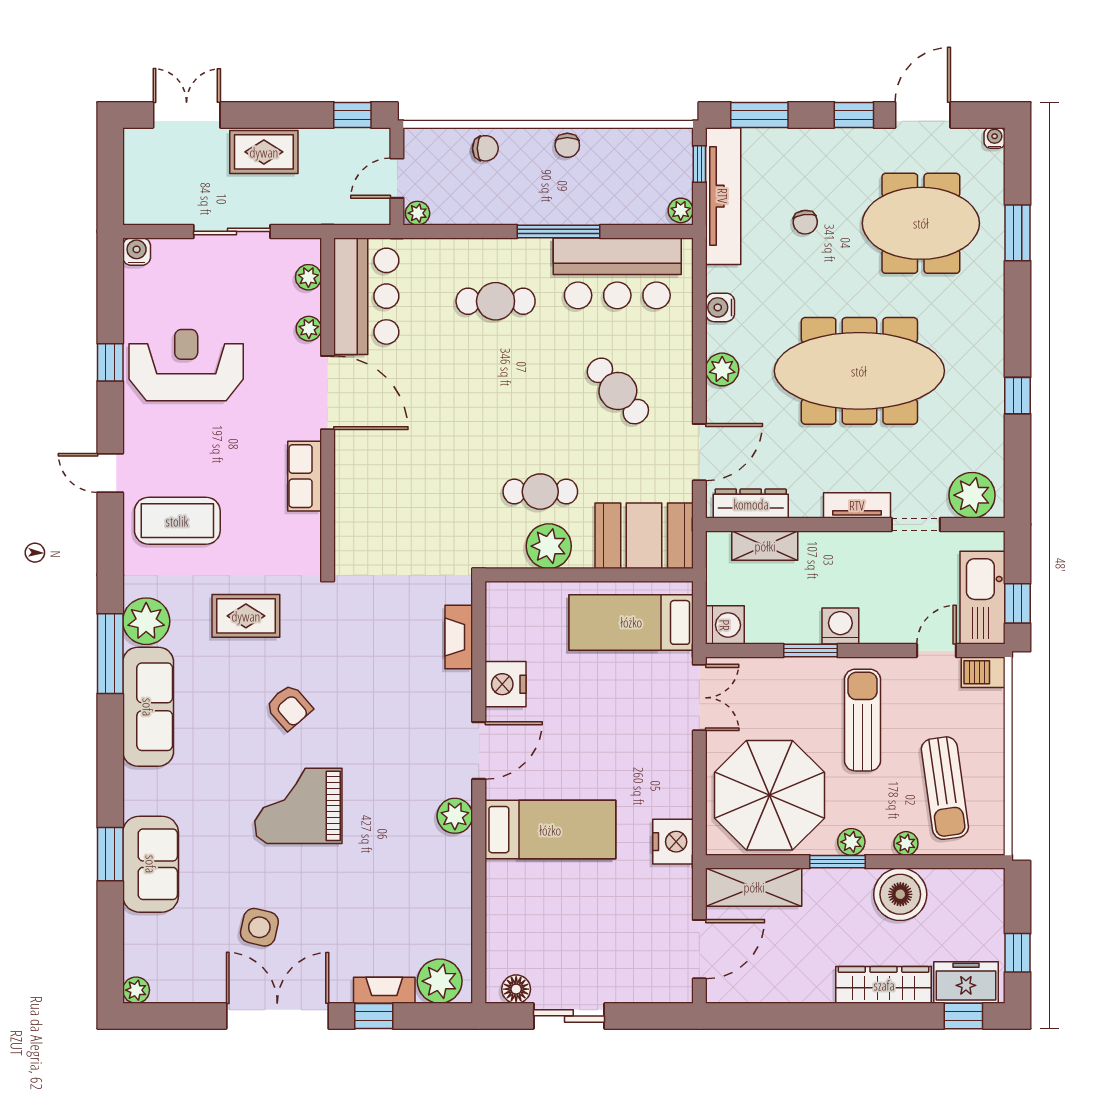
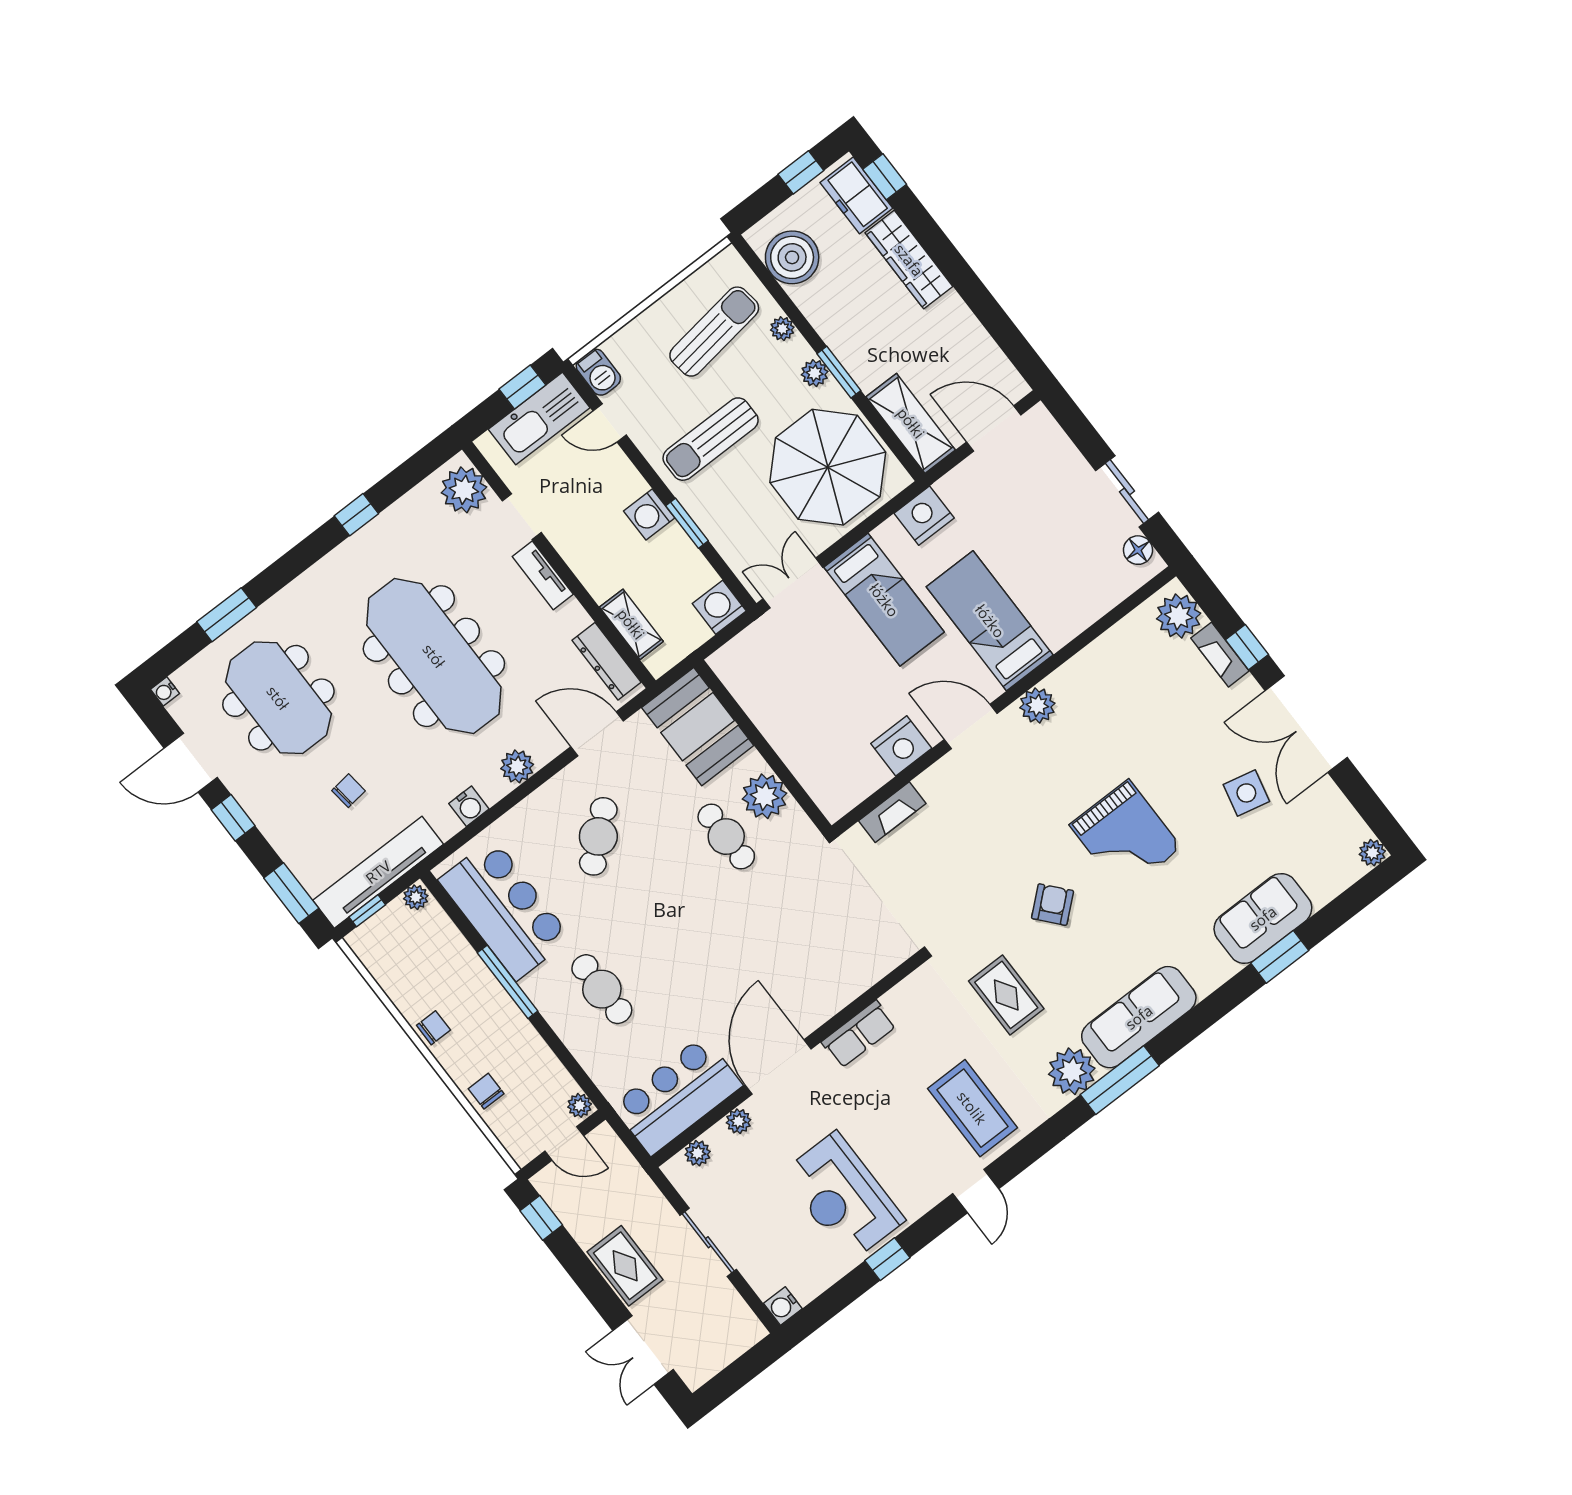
bed: (631, 622) -> (884, 600), moved
boiler: (900, 894) -> (792, 257), moved

